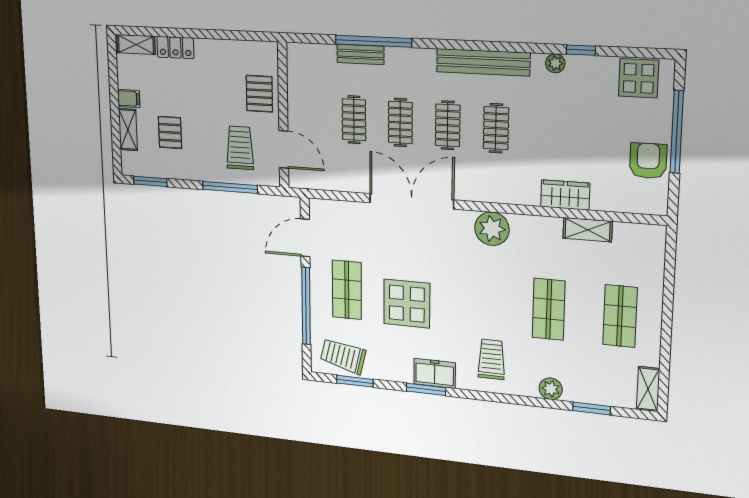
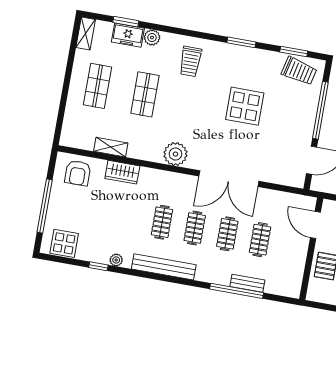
armchair: (648, 161) -> (78, 173), moved
shop shelf: (347, 290) -> (287, 120), removed
freezer: (435, 373) -> (128, 35), moved

